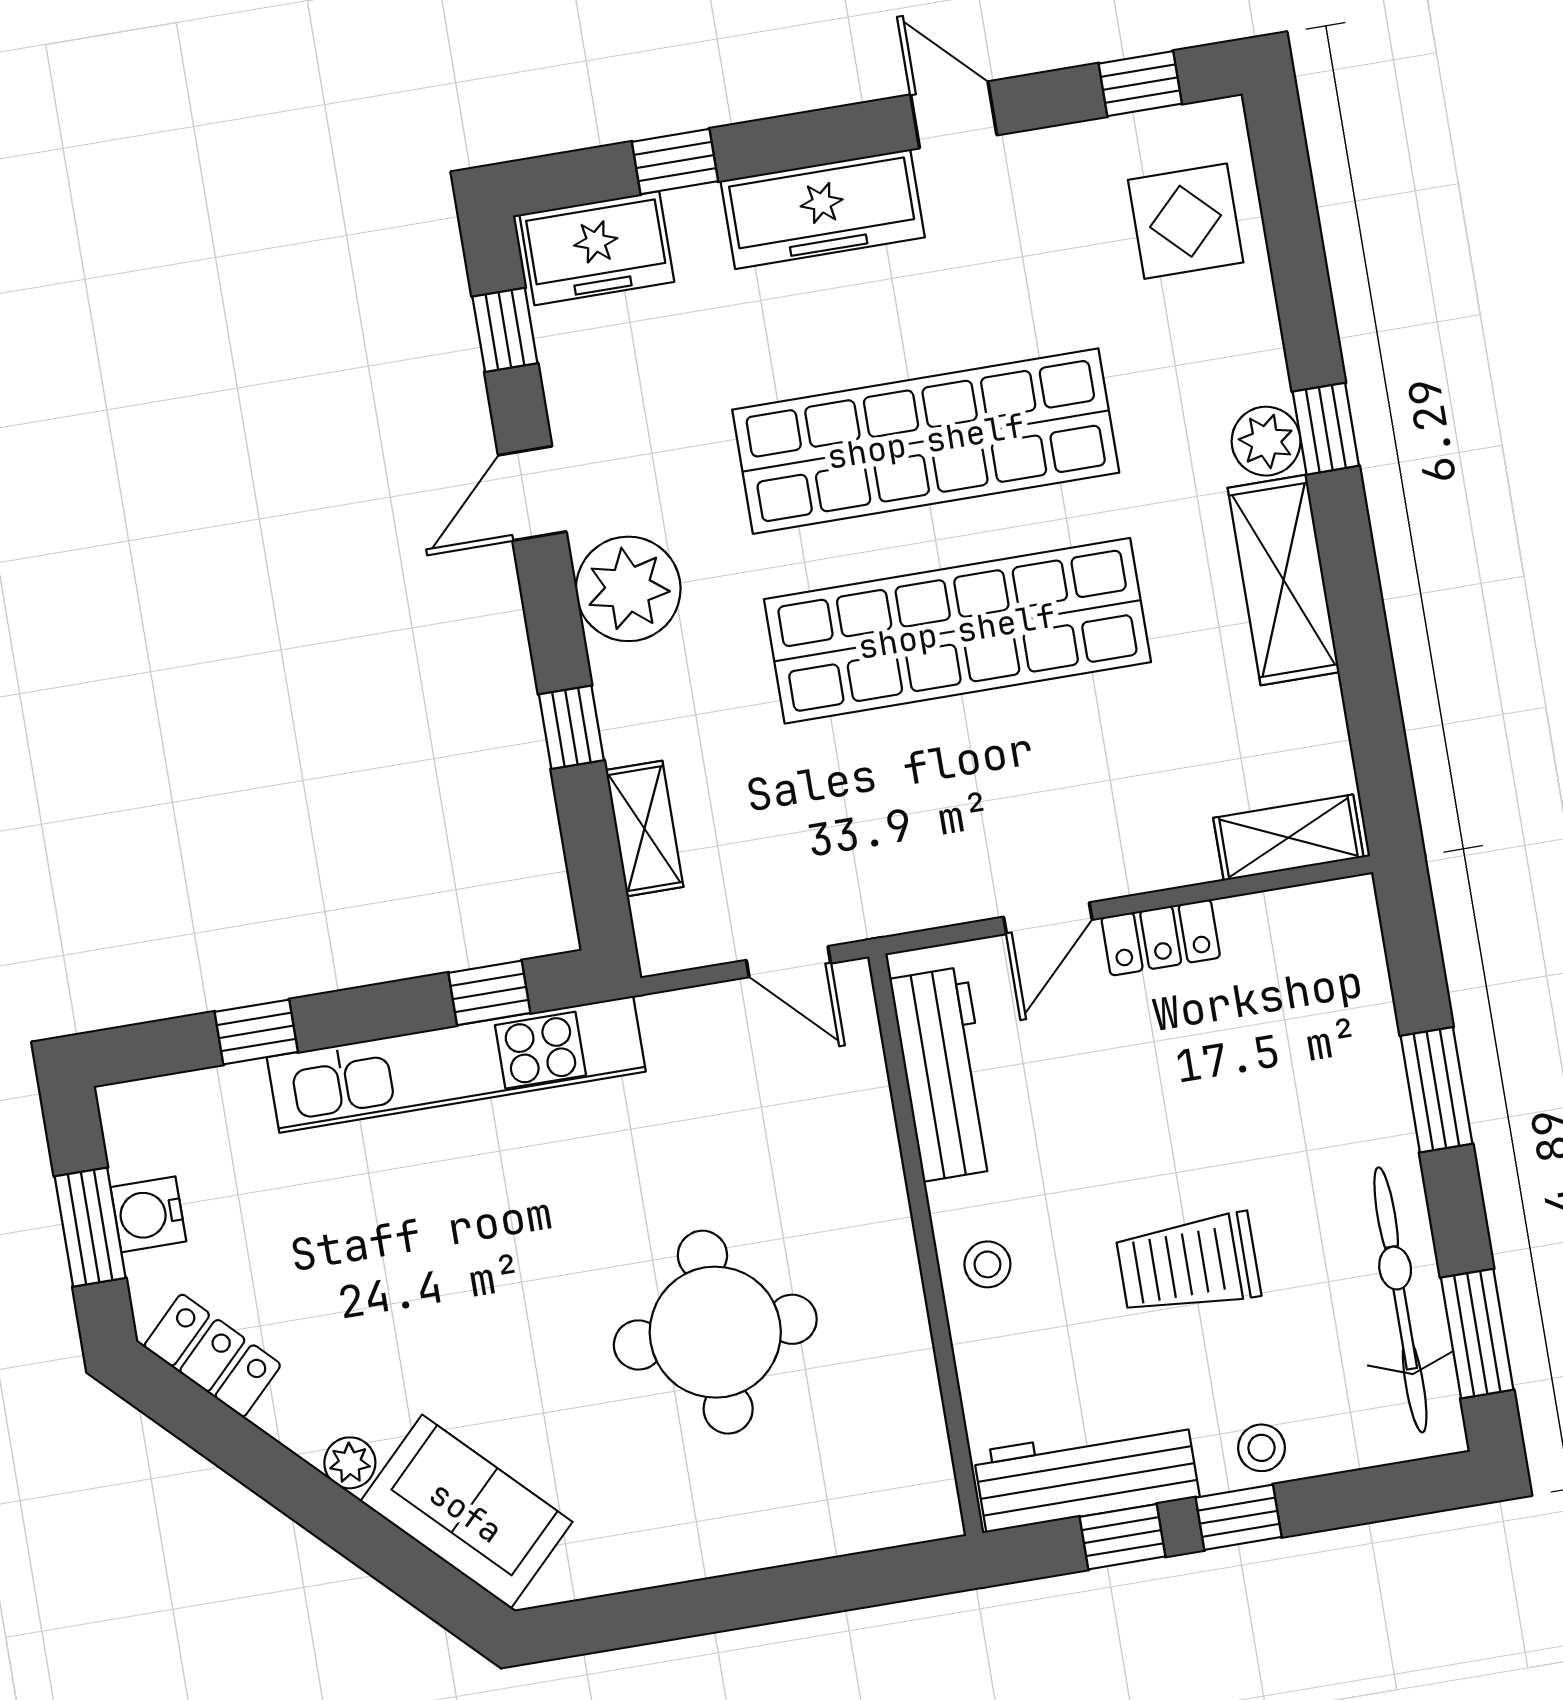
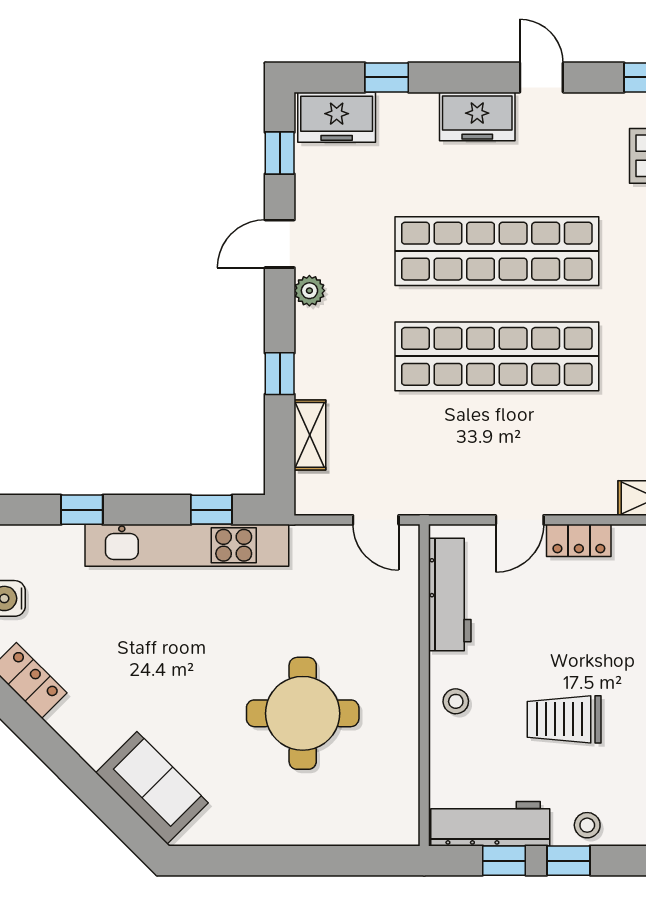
freezer: (823, 209) -> (477, 116), width x0.71
plant: (628, 589) -> (309, 291), width x0.53, depth x0.53
plant: (350, 1463) -> (93, 751), removed

